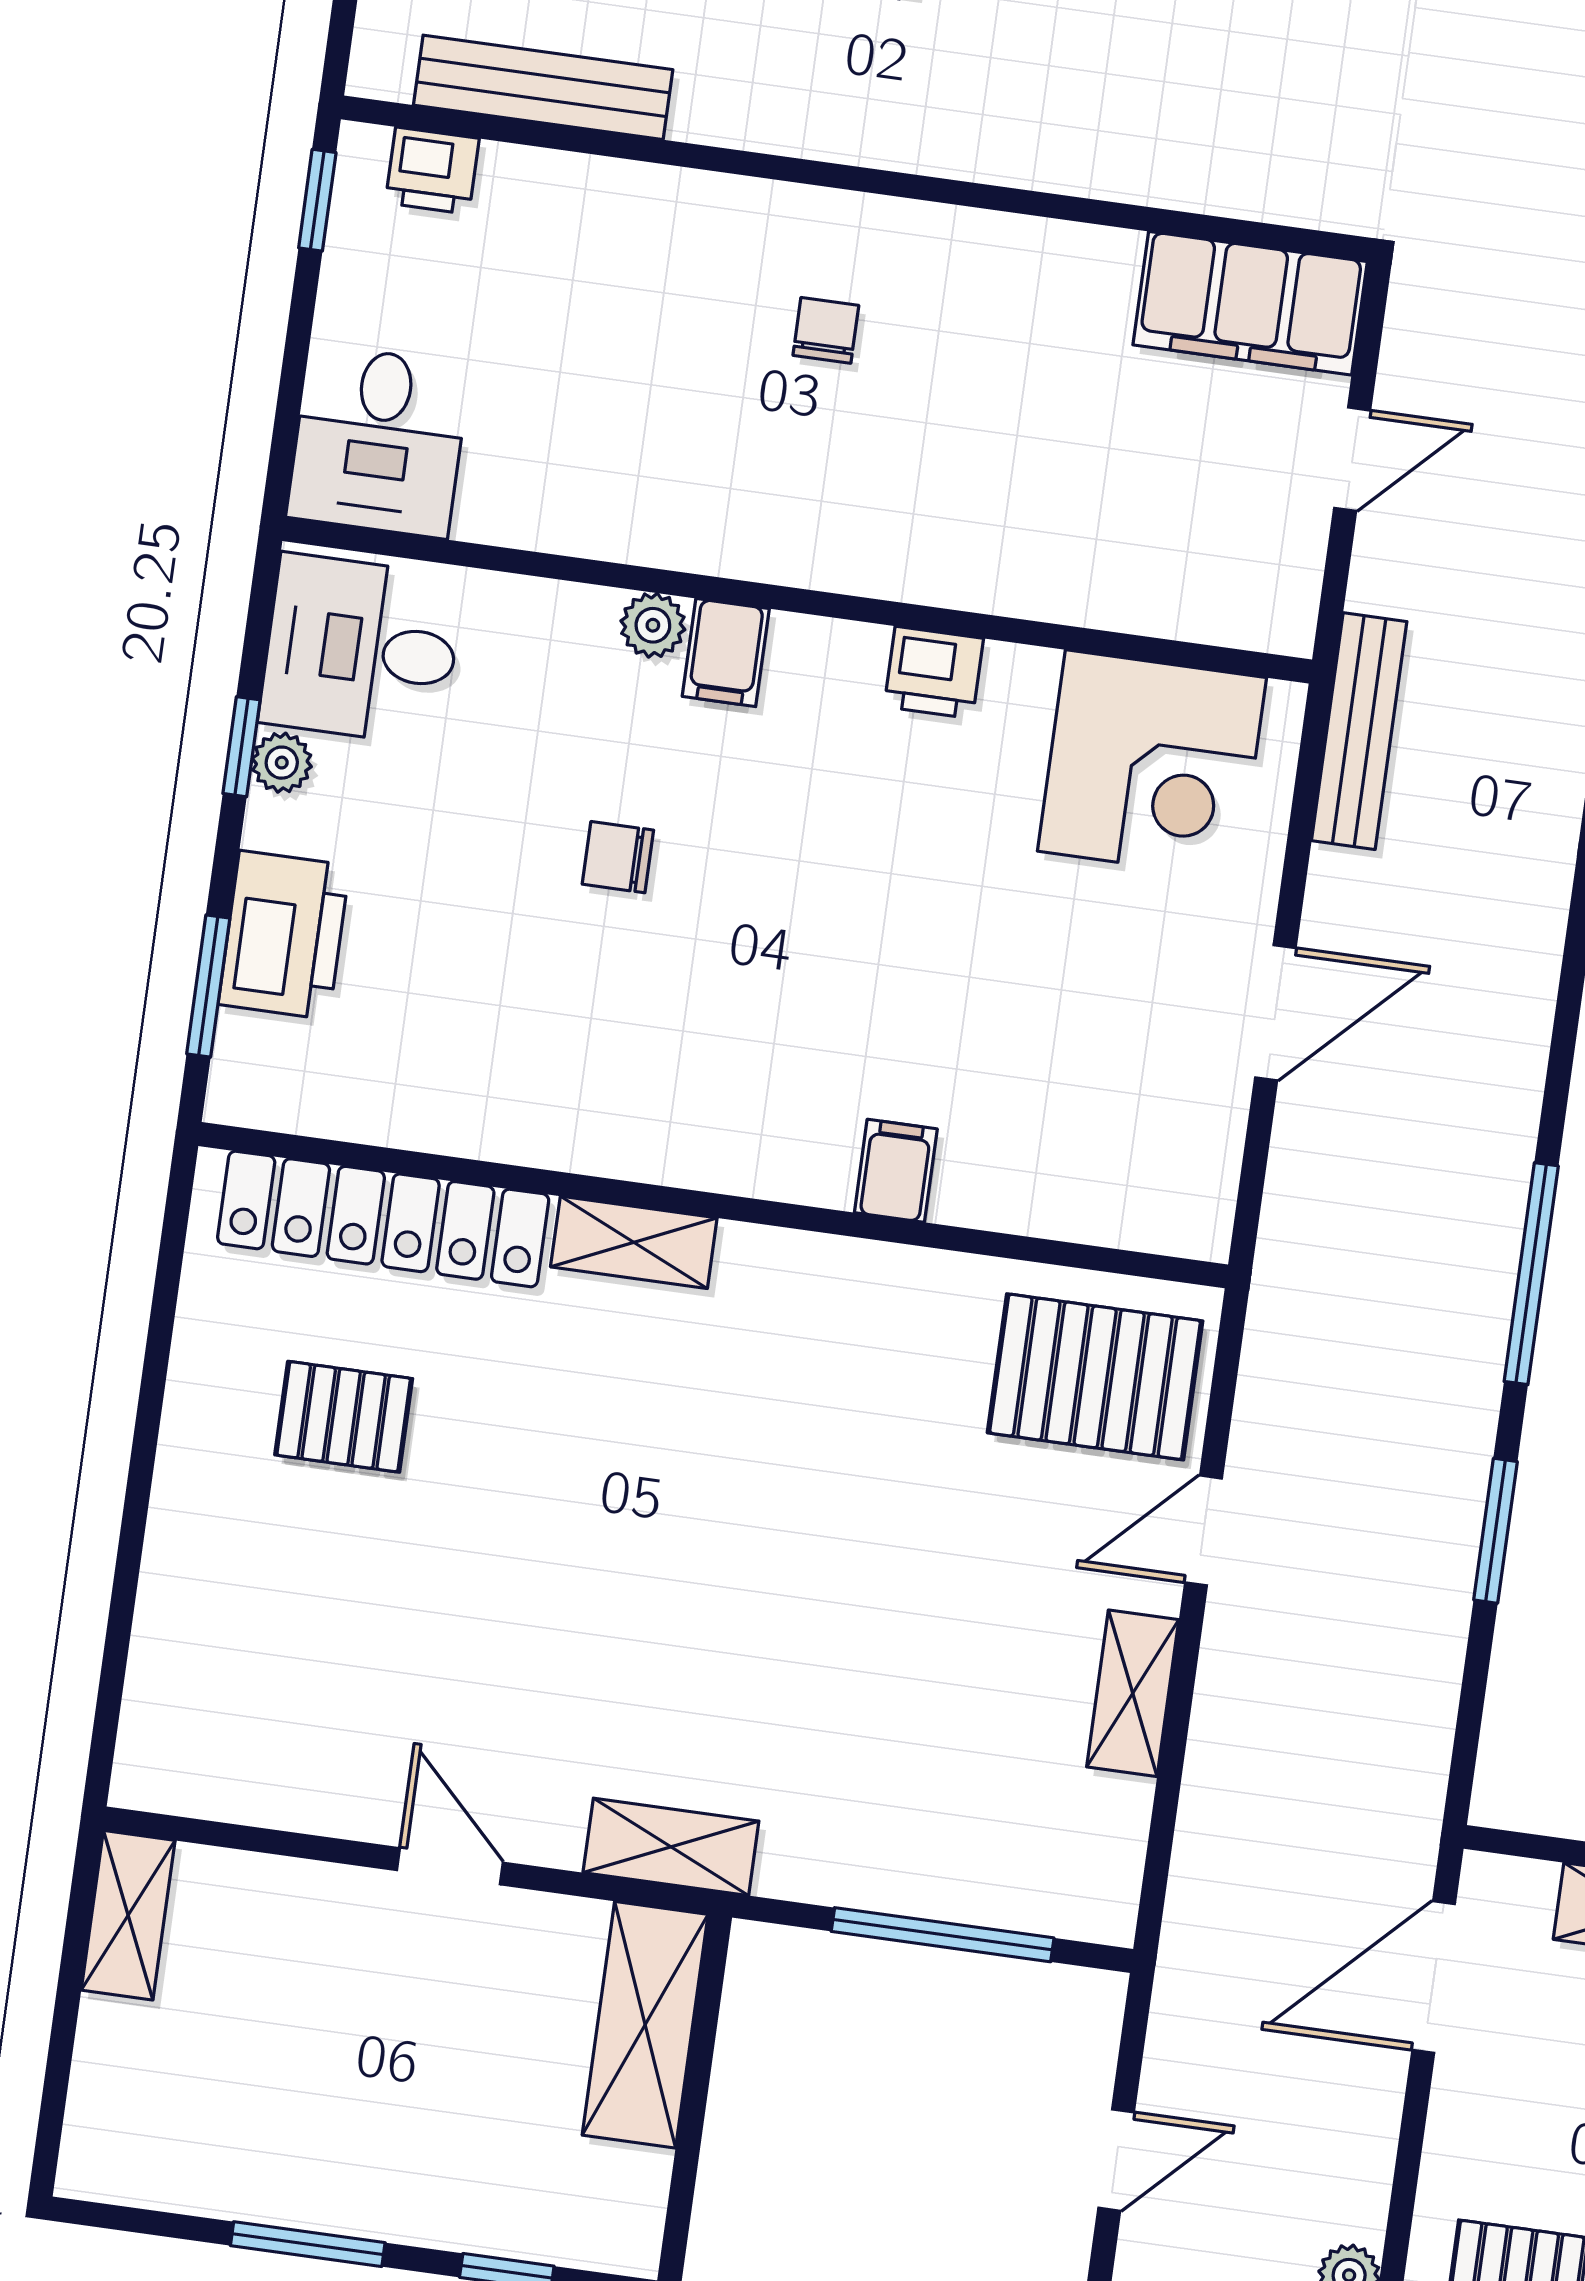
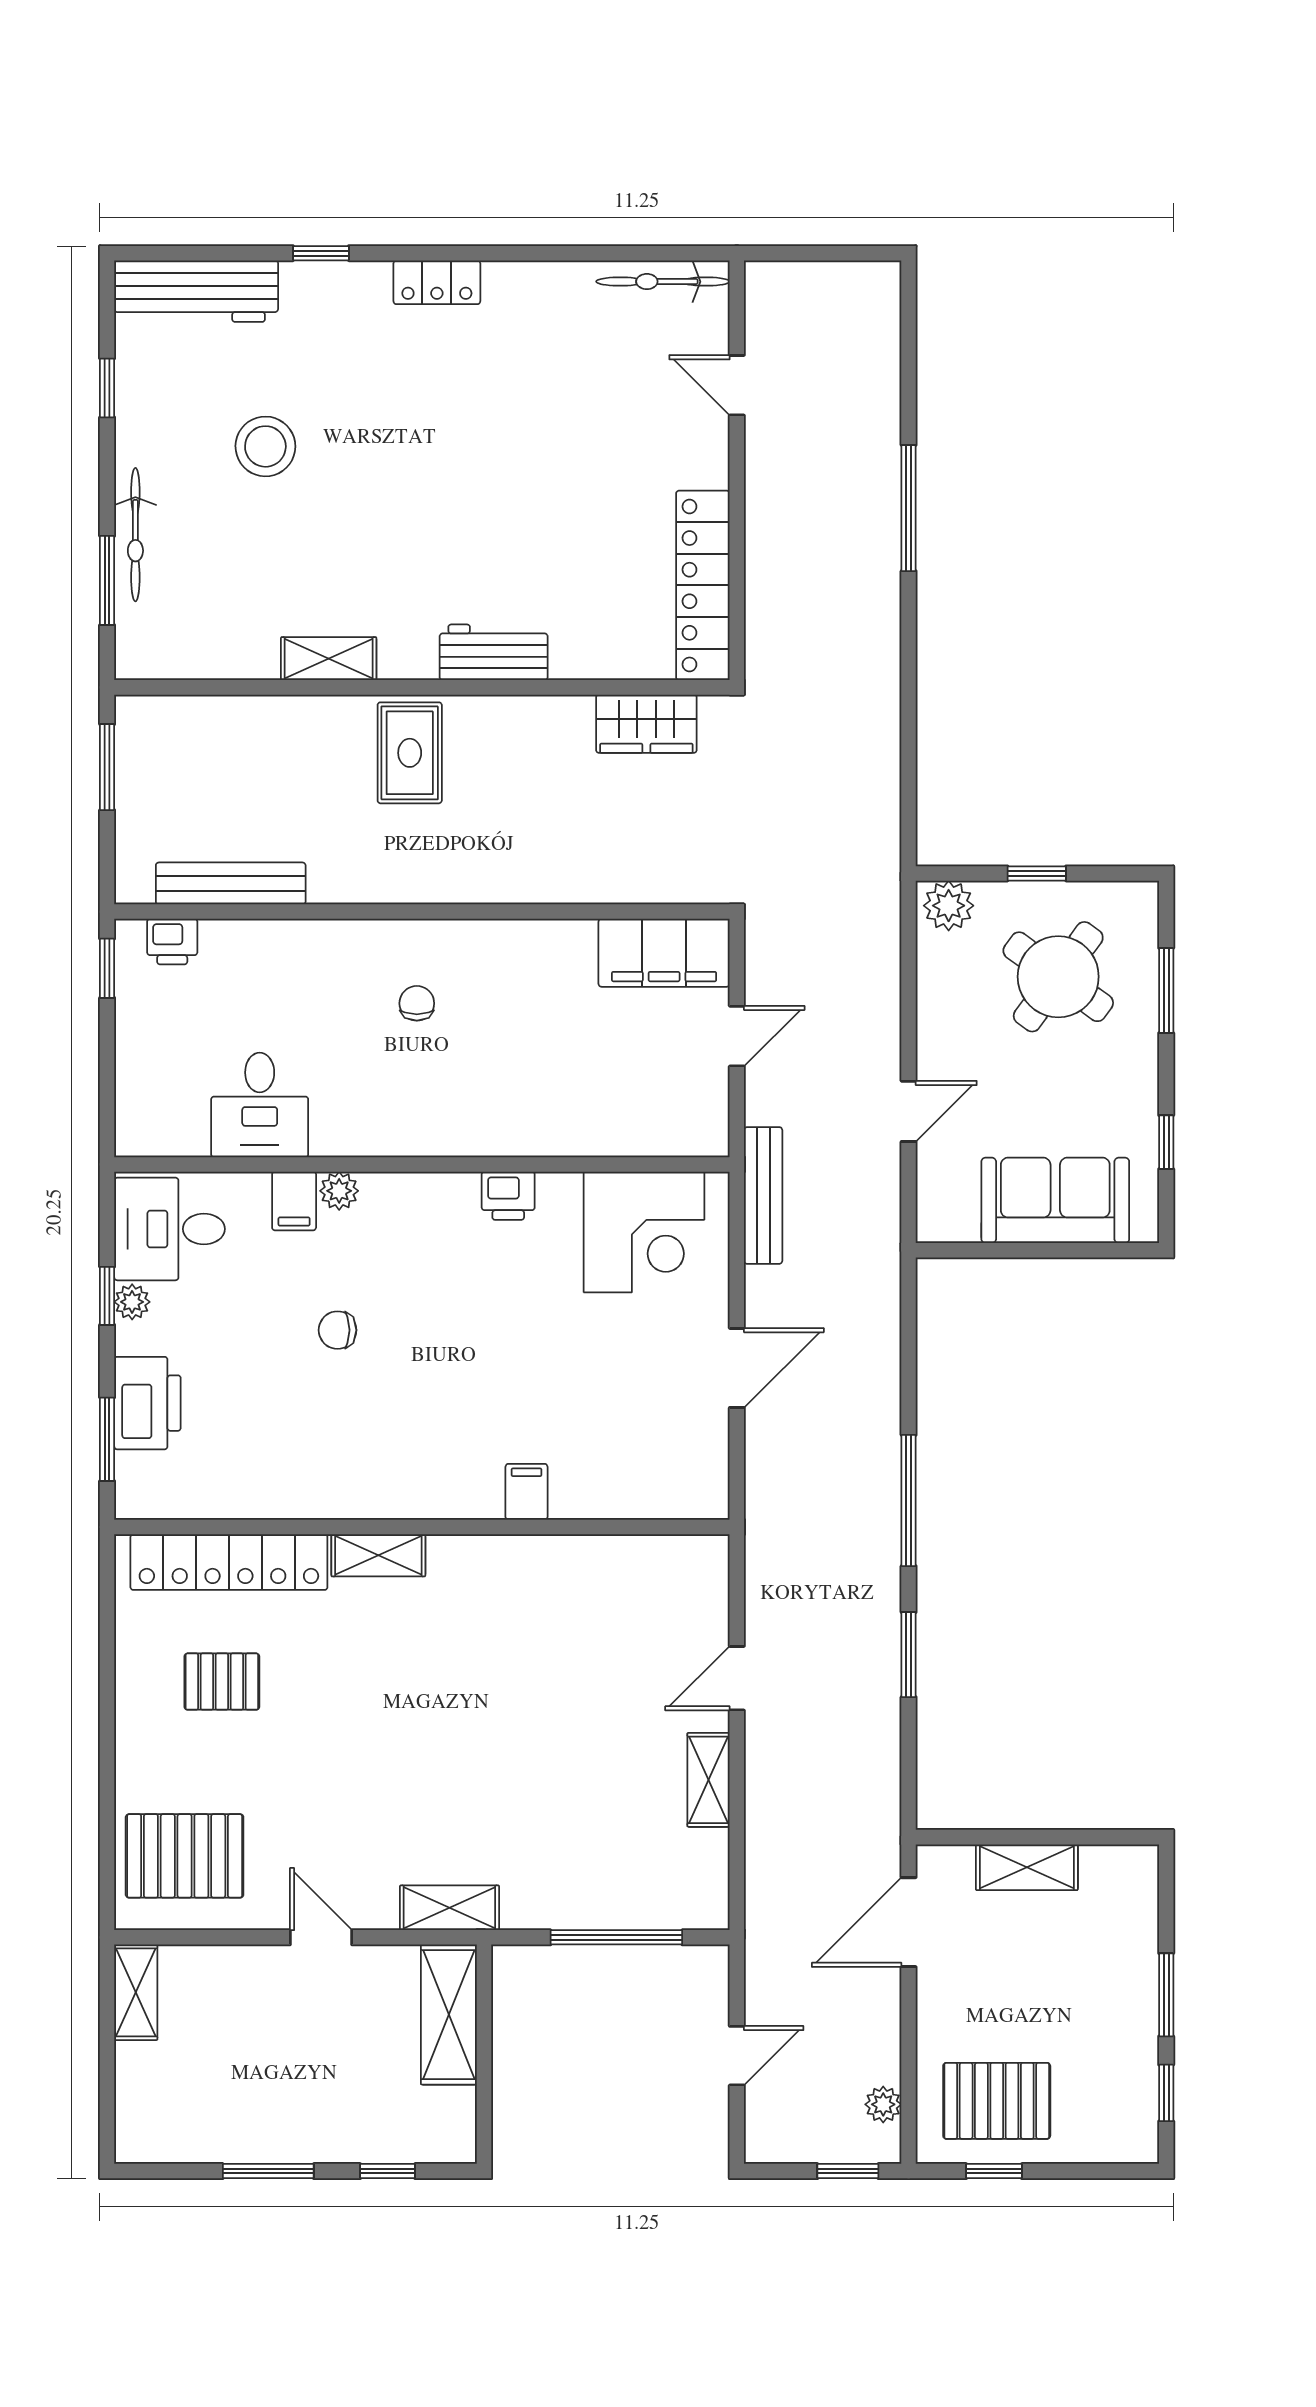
desk: (379, 441) -> (260, 1105), moved
filing cabinet: (726, 653) -> (294, 1201), moved
pallet: (1095, 1377) -> (185, 1856), moved

